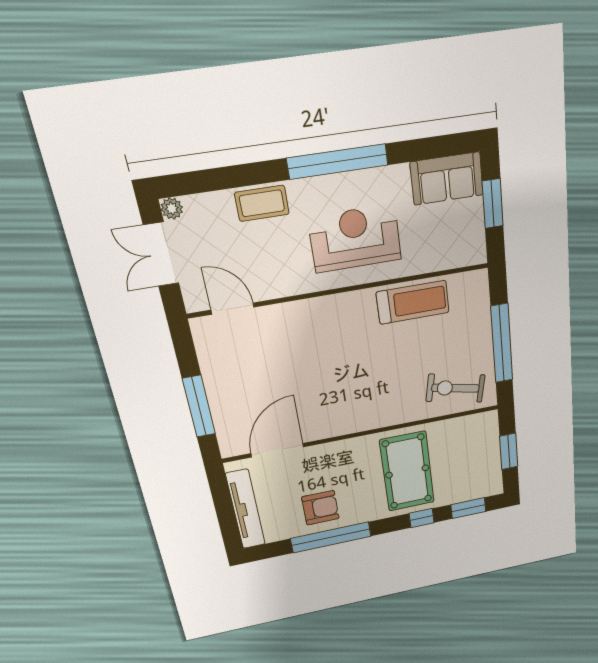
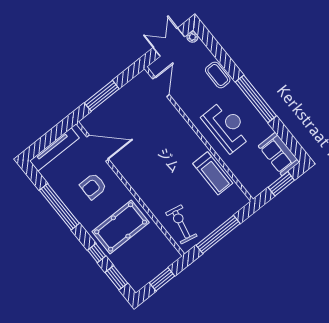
armchair: (320, 508) -> (93, 186), moved, turned 90

